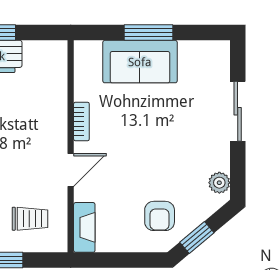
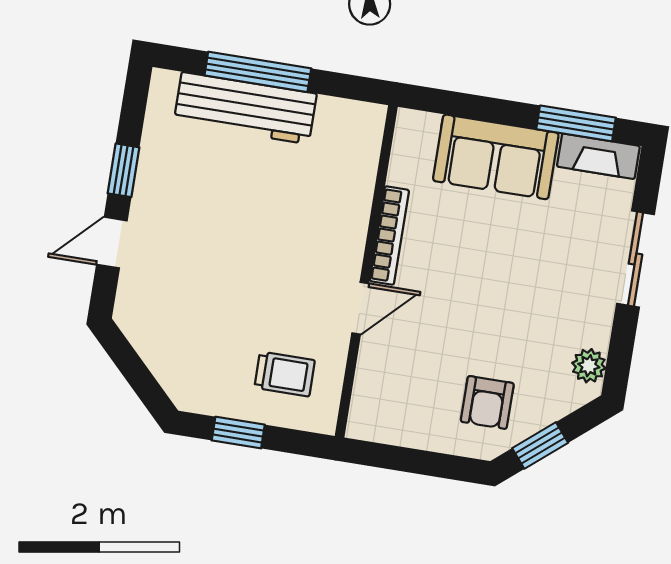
window: (149, 33) -> (576, 123), moved
bookcase: (81, 121) -> (389, 236), width x1.56
fireplace: (84, 227) -> (598, 156), moved, turned 90

